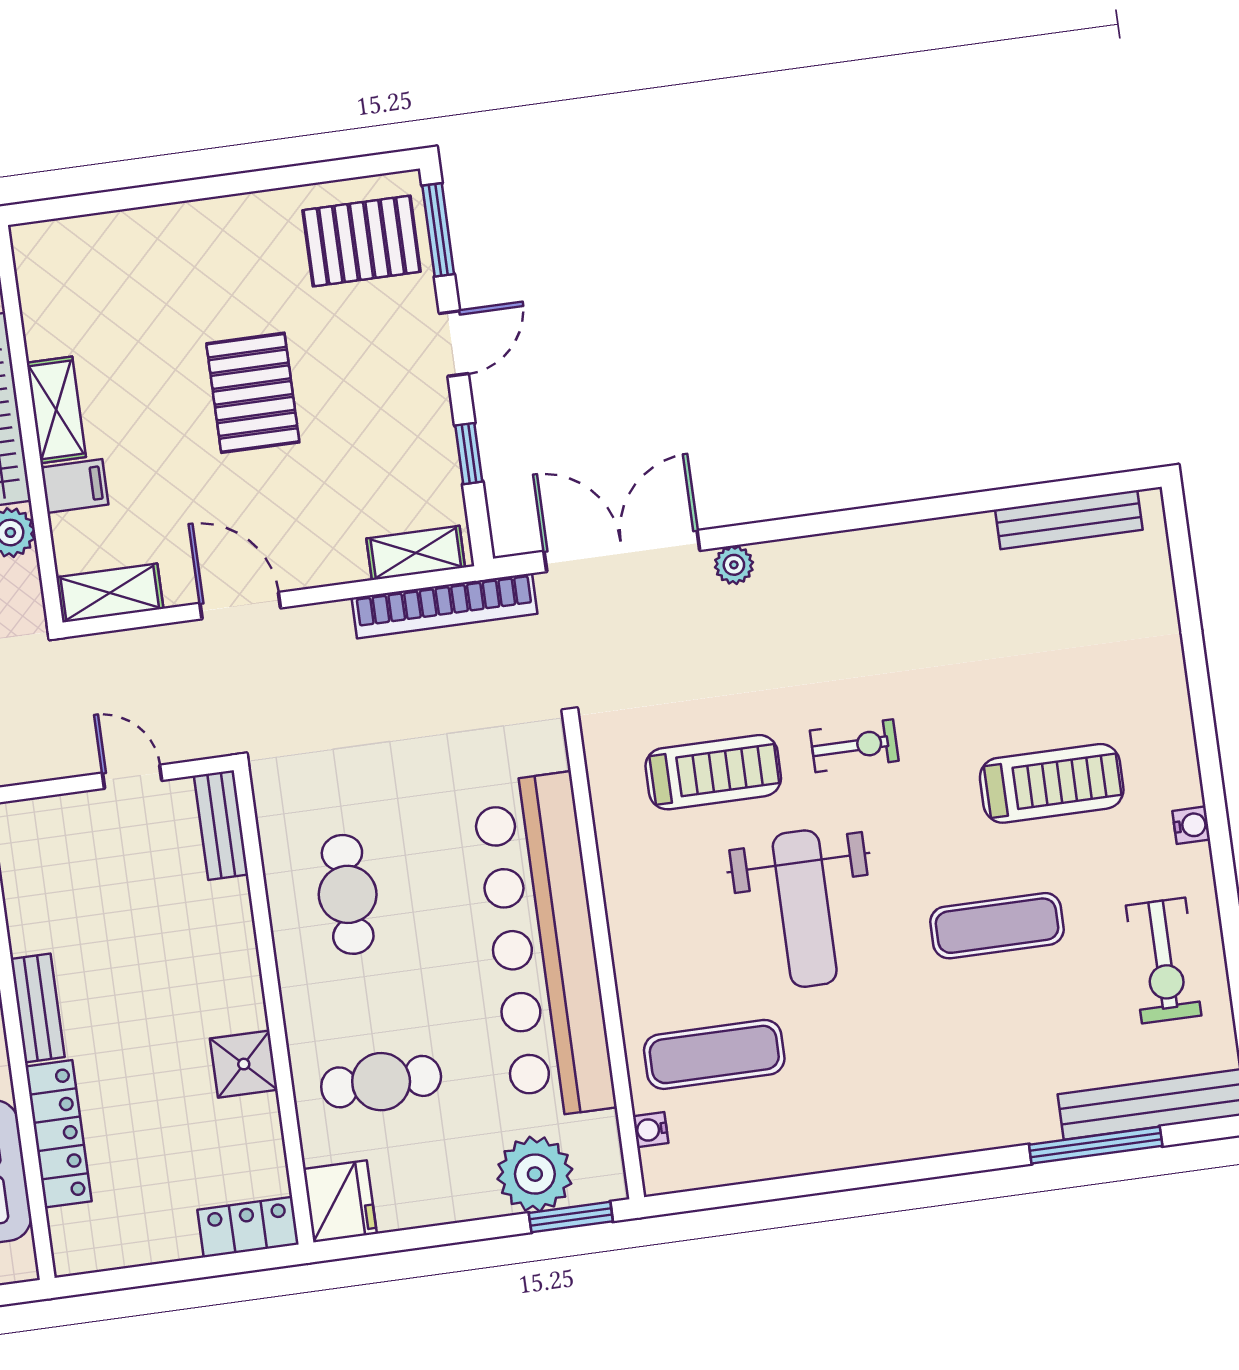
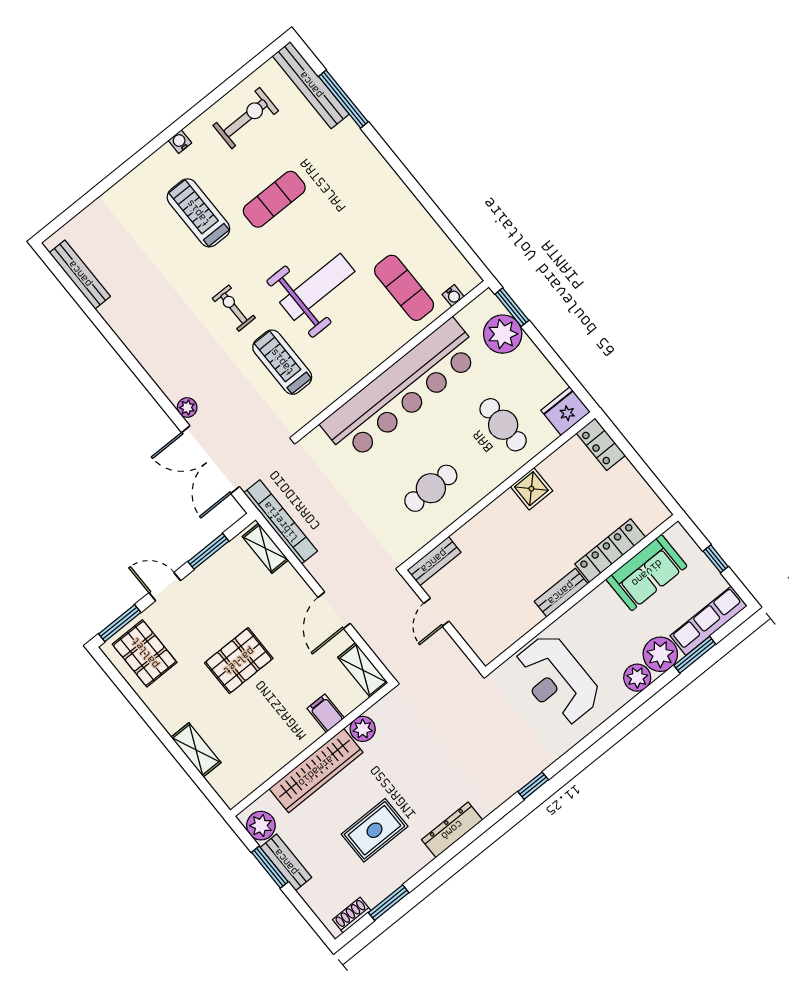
shelving: (56, 410) -> (196, 750), moved, turned 90
window: (469, 454) -> (208, 551), width x1.50
exercise mat: (997, 926) -> (274, 199), turned 90

